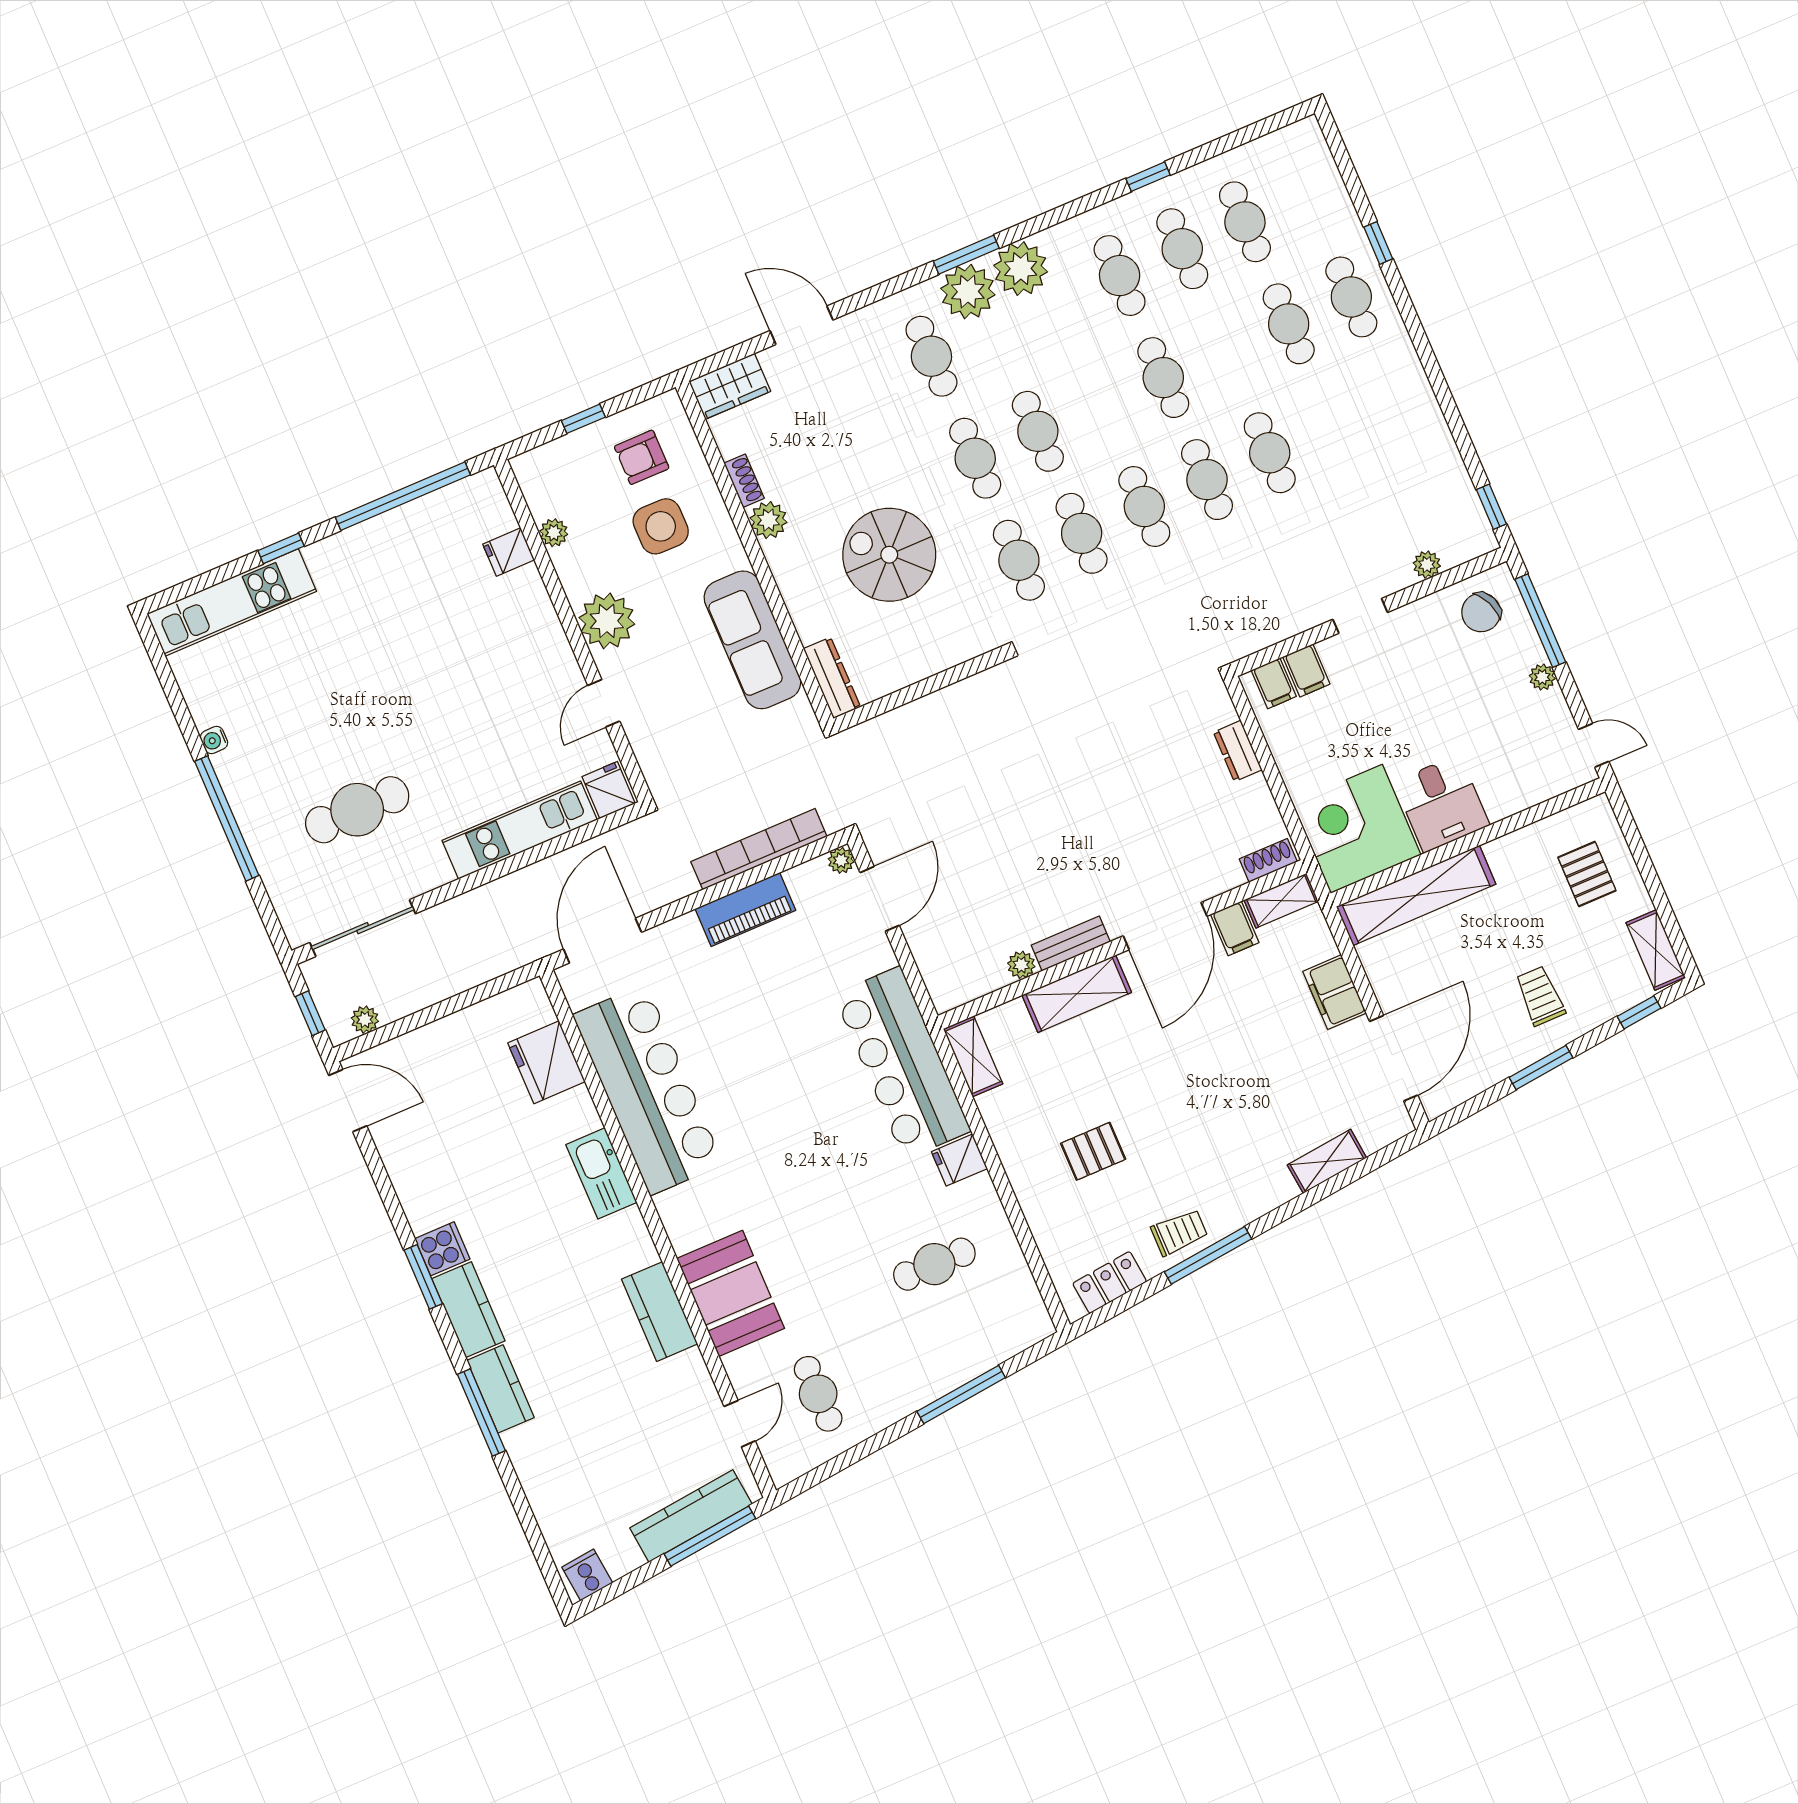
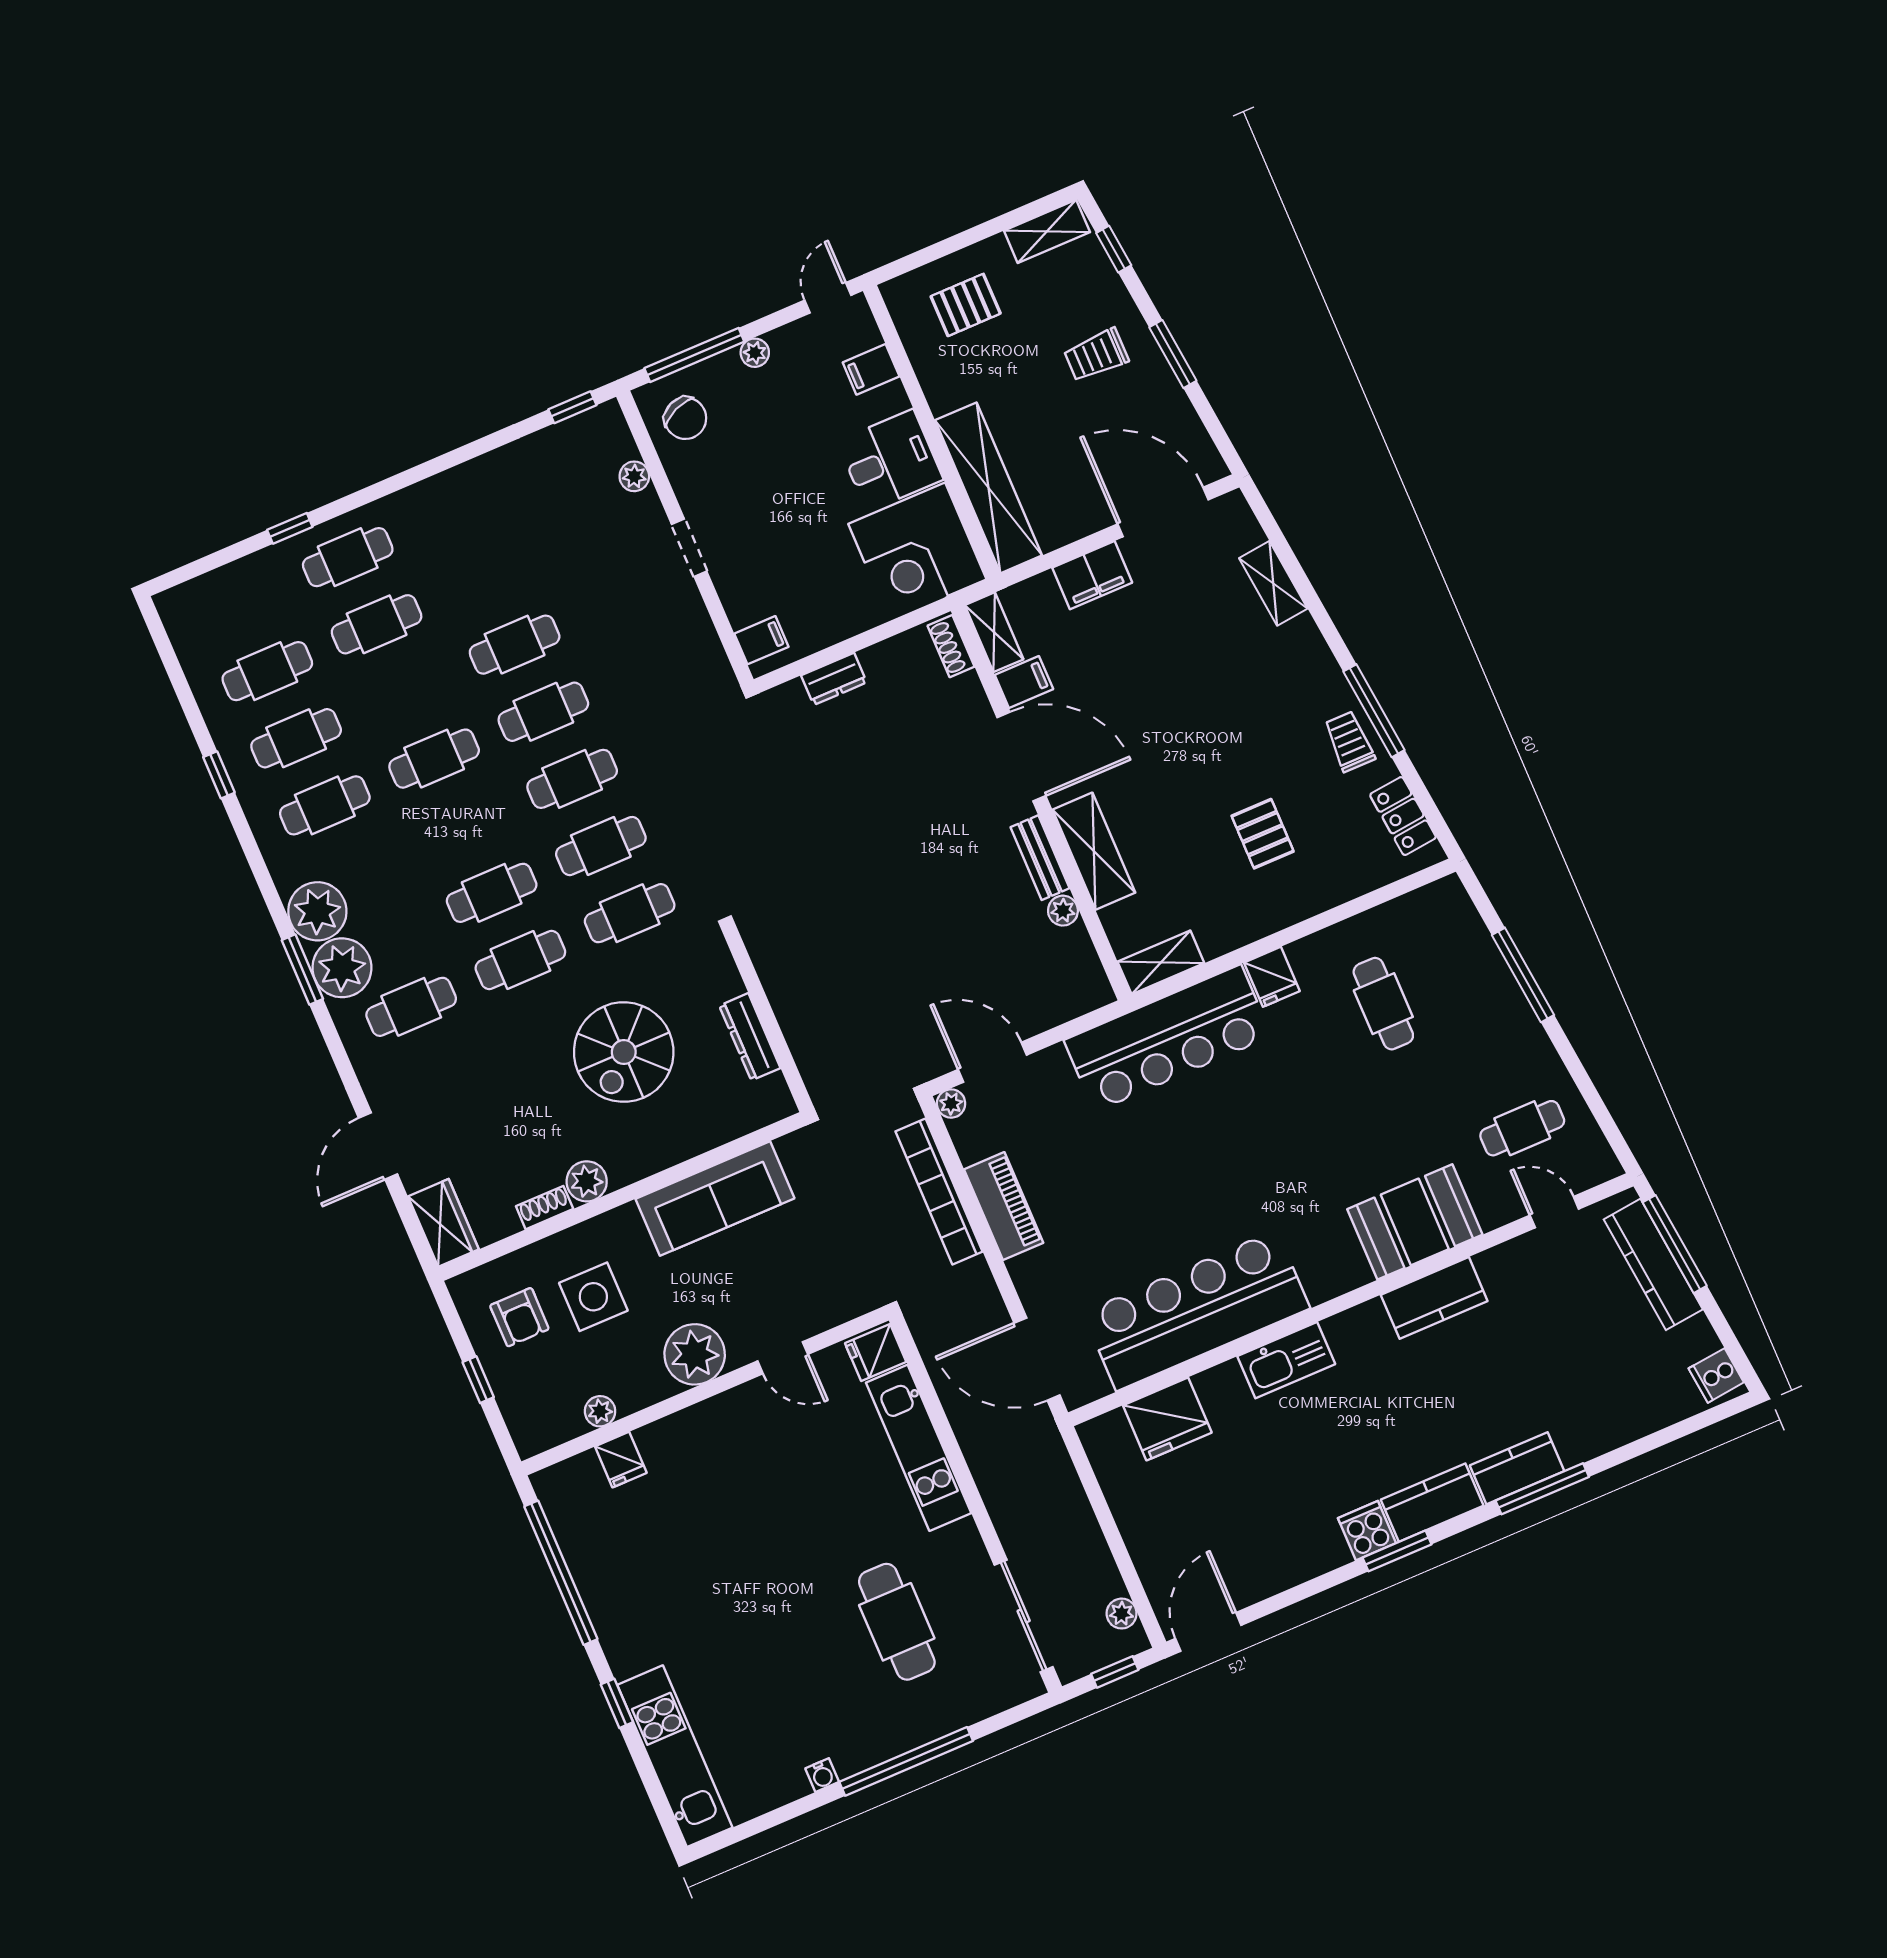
filing cabinet: (1306, 670) -> (871, 369), moved, turned 180
dresser: (832, 678) -> (750, 1037), moved, turned -90

